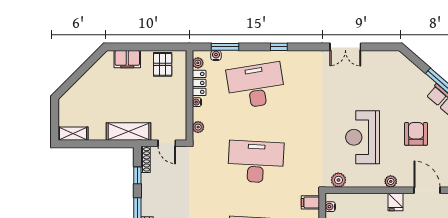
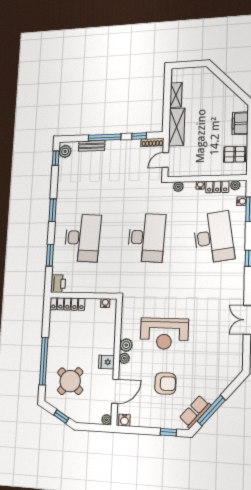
shelving: (73, 134) -> (176, 95), moved
reception desk: (362, 137) -> (164, 334), turned 180
plant: (338, 180) -> (126, 345), moved
filing cabinet: (310, 202) -> (110, 286), removed

